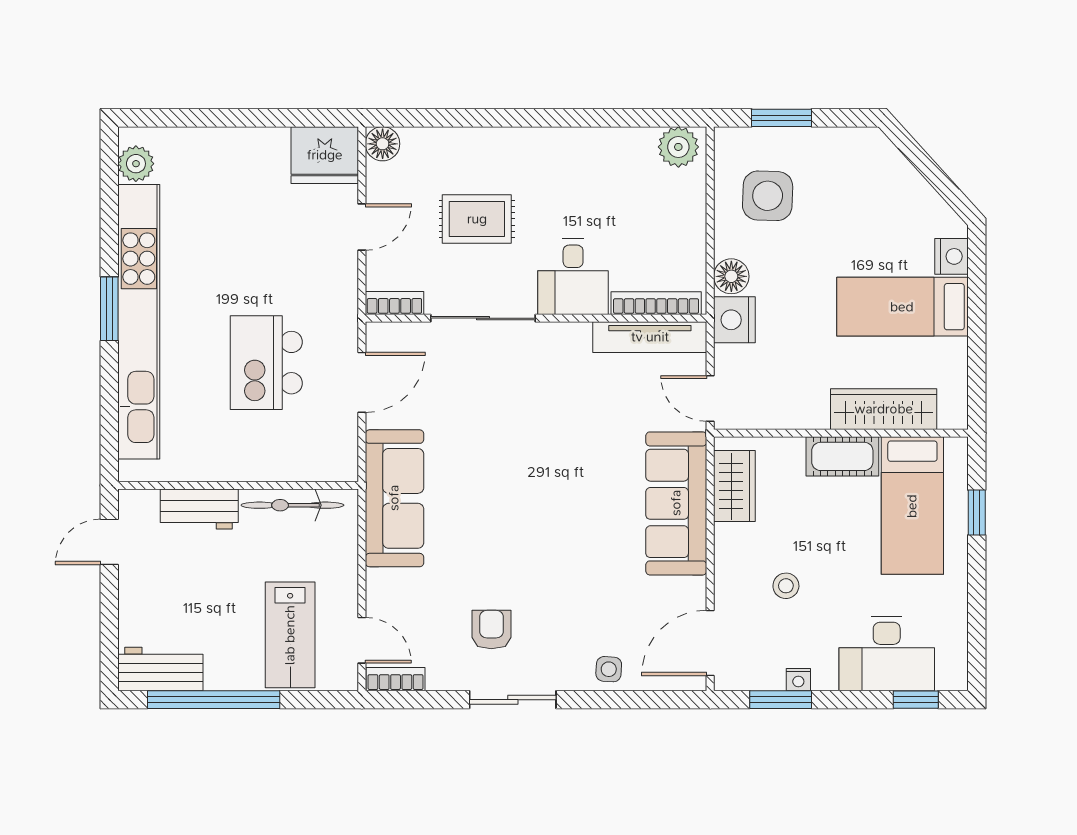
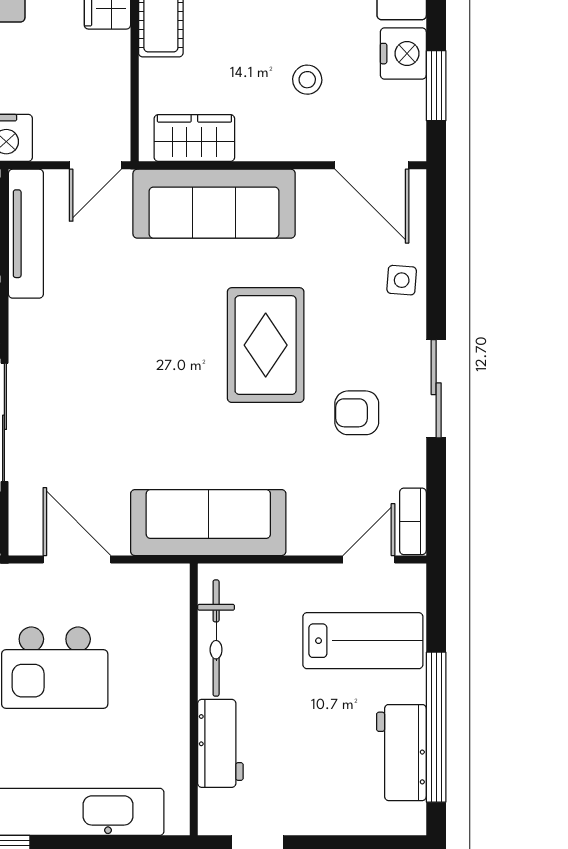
rug: (551, 549) -> (266, 345), added
workbench: (160, 669) -> (401, 753), moved
nightstand: (798, 680) -> (403, 54), width x1.89, depth x1.79

